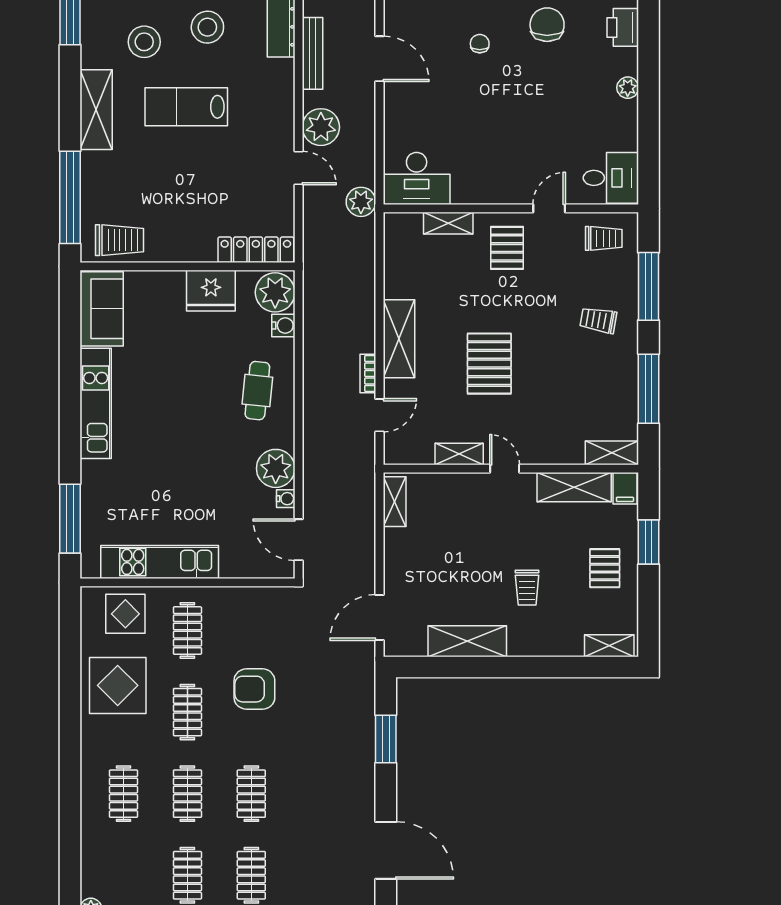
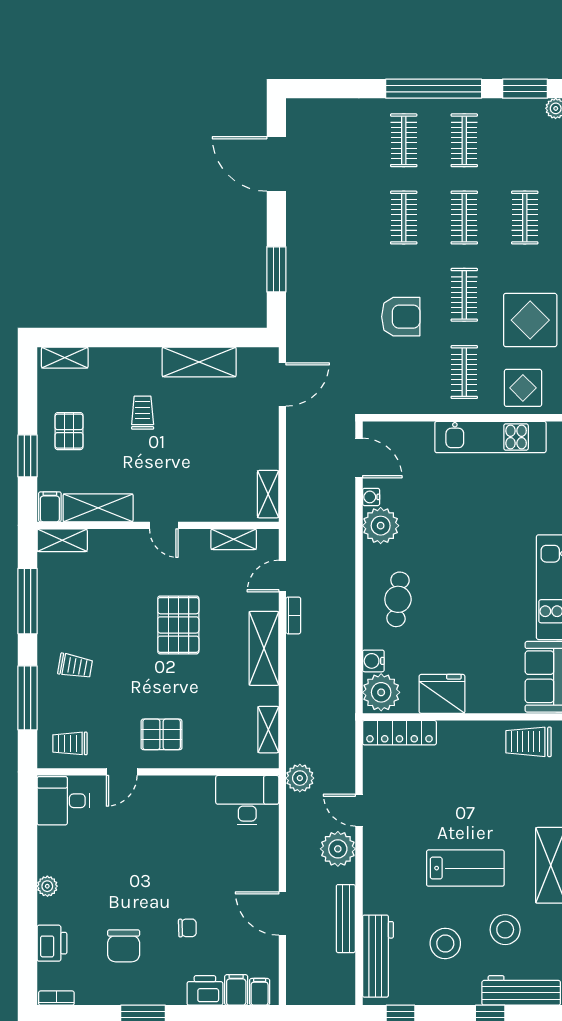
chair: (480, 44) -> (187, 928), turned -91
shelving: (448, 223) -> (268, 730), moved, turned 90
pallet: (507, 248) -> (162, 734), turned 90
shelving: (459, 454) -> (234, 539), moved

